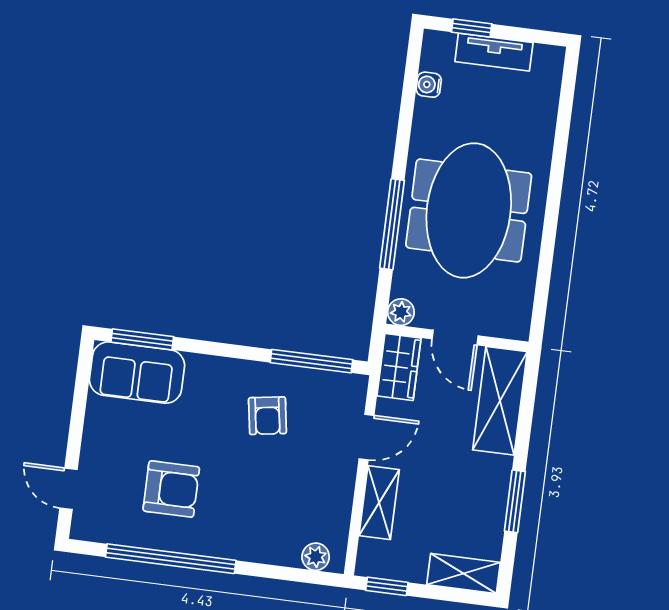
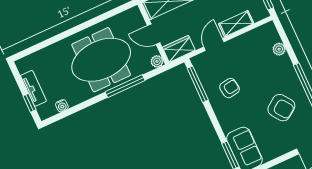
door: (455, 337) -> (154, 34), swing flipped
door: (366, 437) -> (214, 44), hinge flipped
armchair: (171, 489) -> (281, 108), turned 144
plant: (316, 557) -> (279, 49), moved

